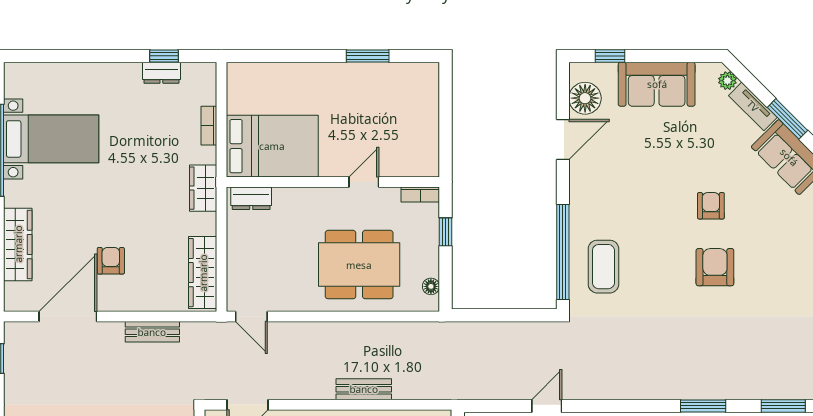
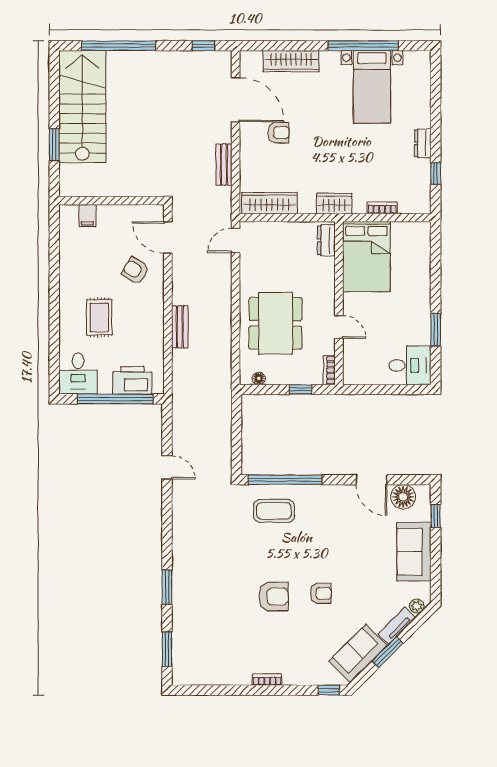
dresser: (161, 73) -> (423, 143), moved
desk: (414, 89) -> (410, 365), added

